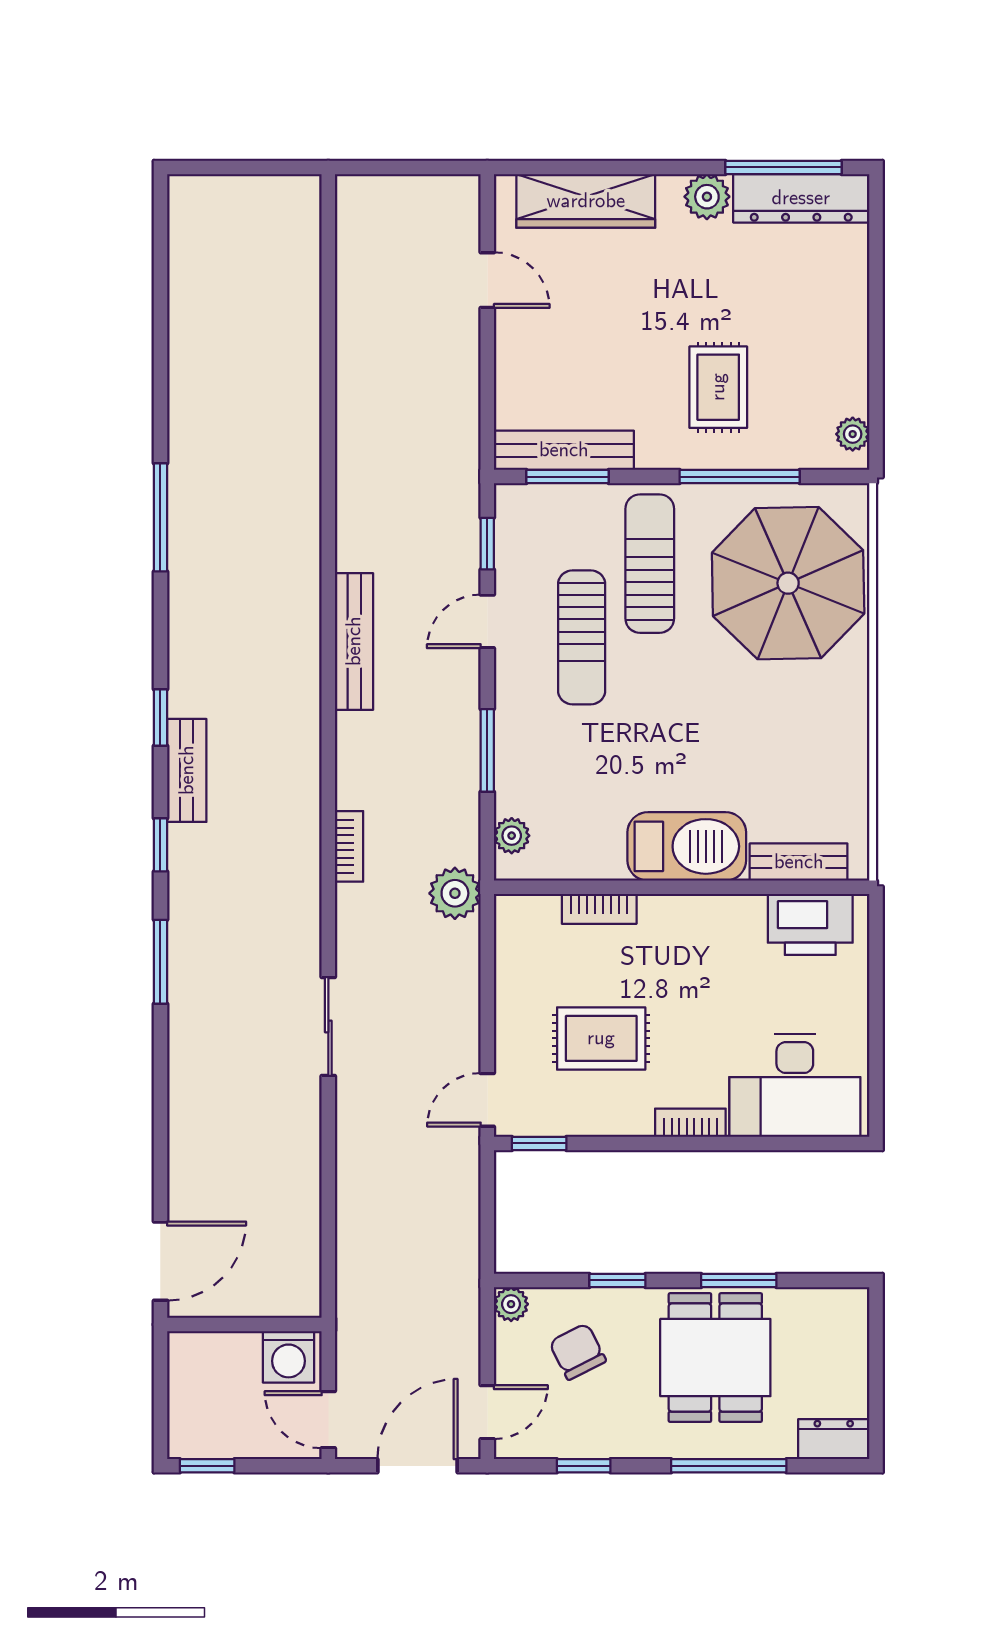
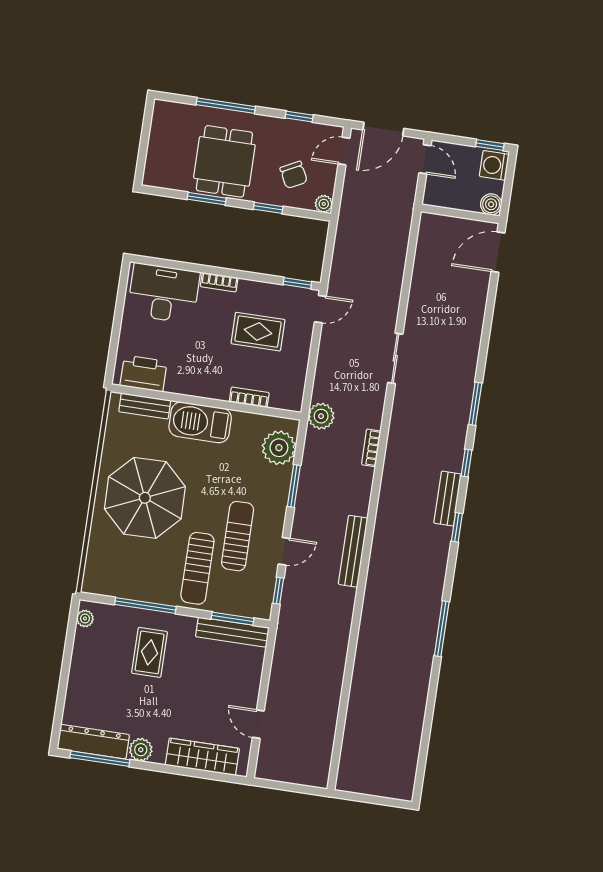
parasol: (788, 583) -> (145, 498), moved
plant: (512, 836) -> (279, 448), width x1.87, depth x1.87
boiler: (188, 1352) -> (491, 204), added
washing machine: (289, 1357) -> (494, 165), moved, turned -90
dresser: (834, 1439) -> (171, 111), removed

